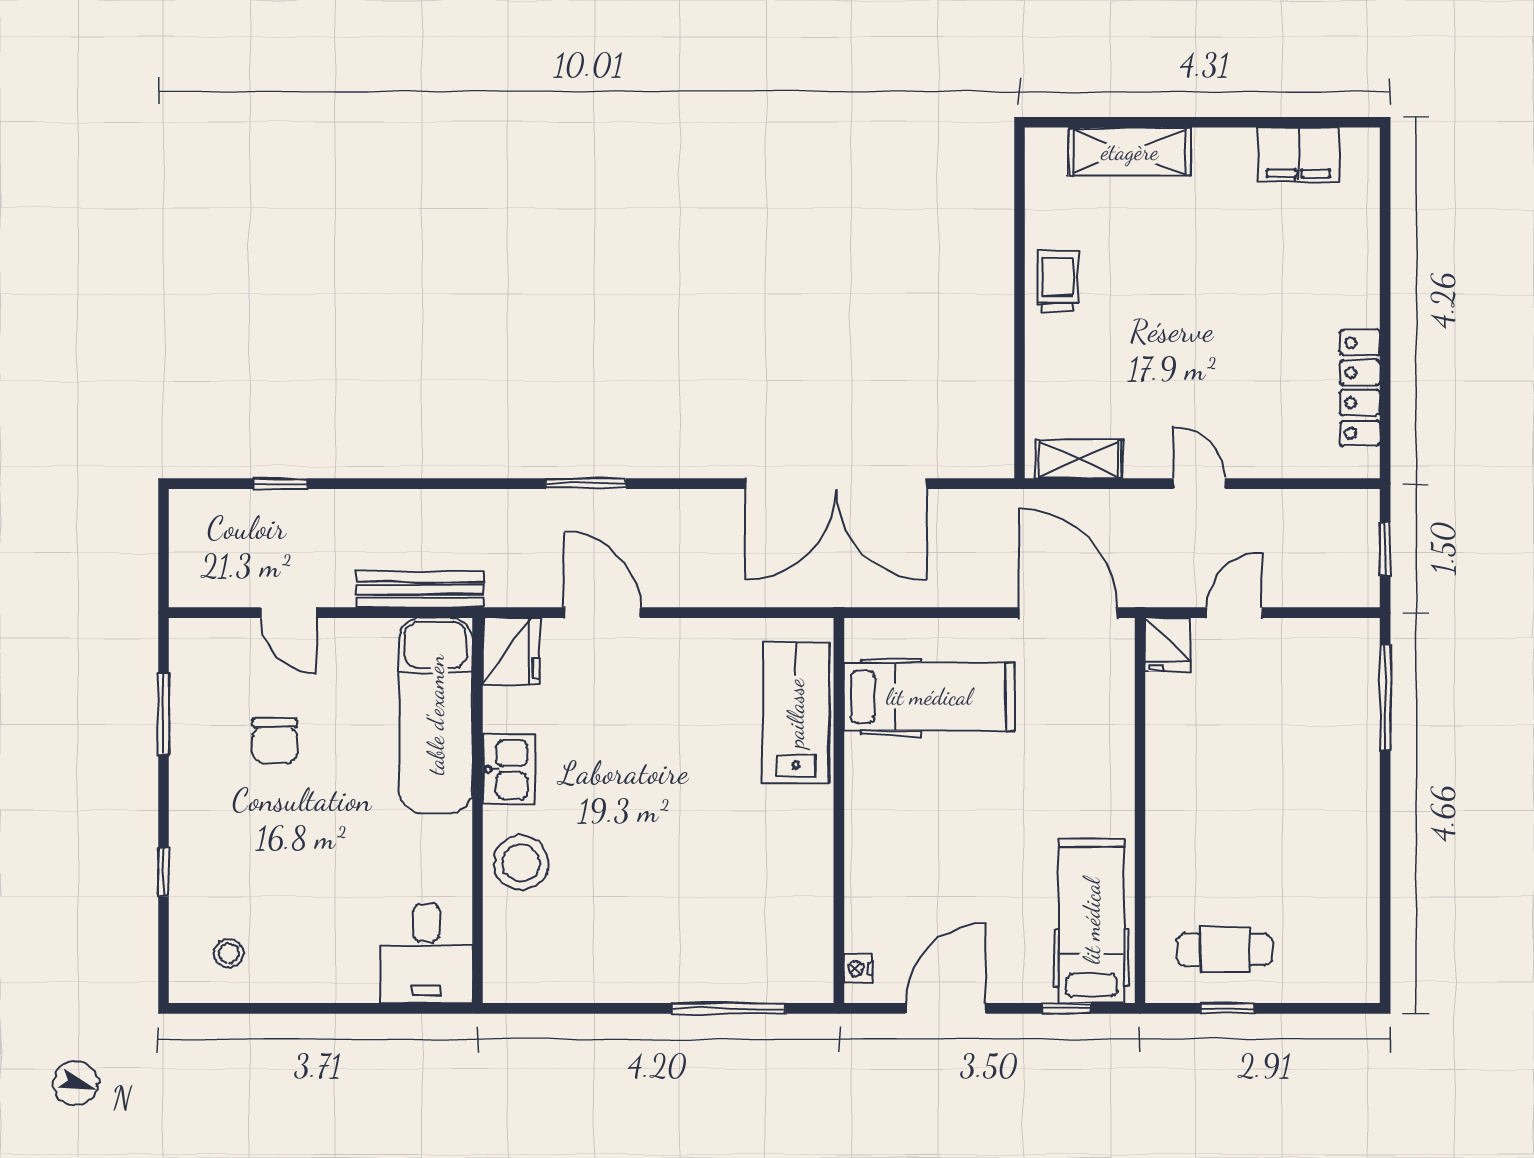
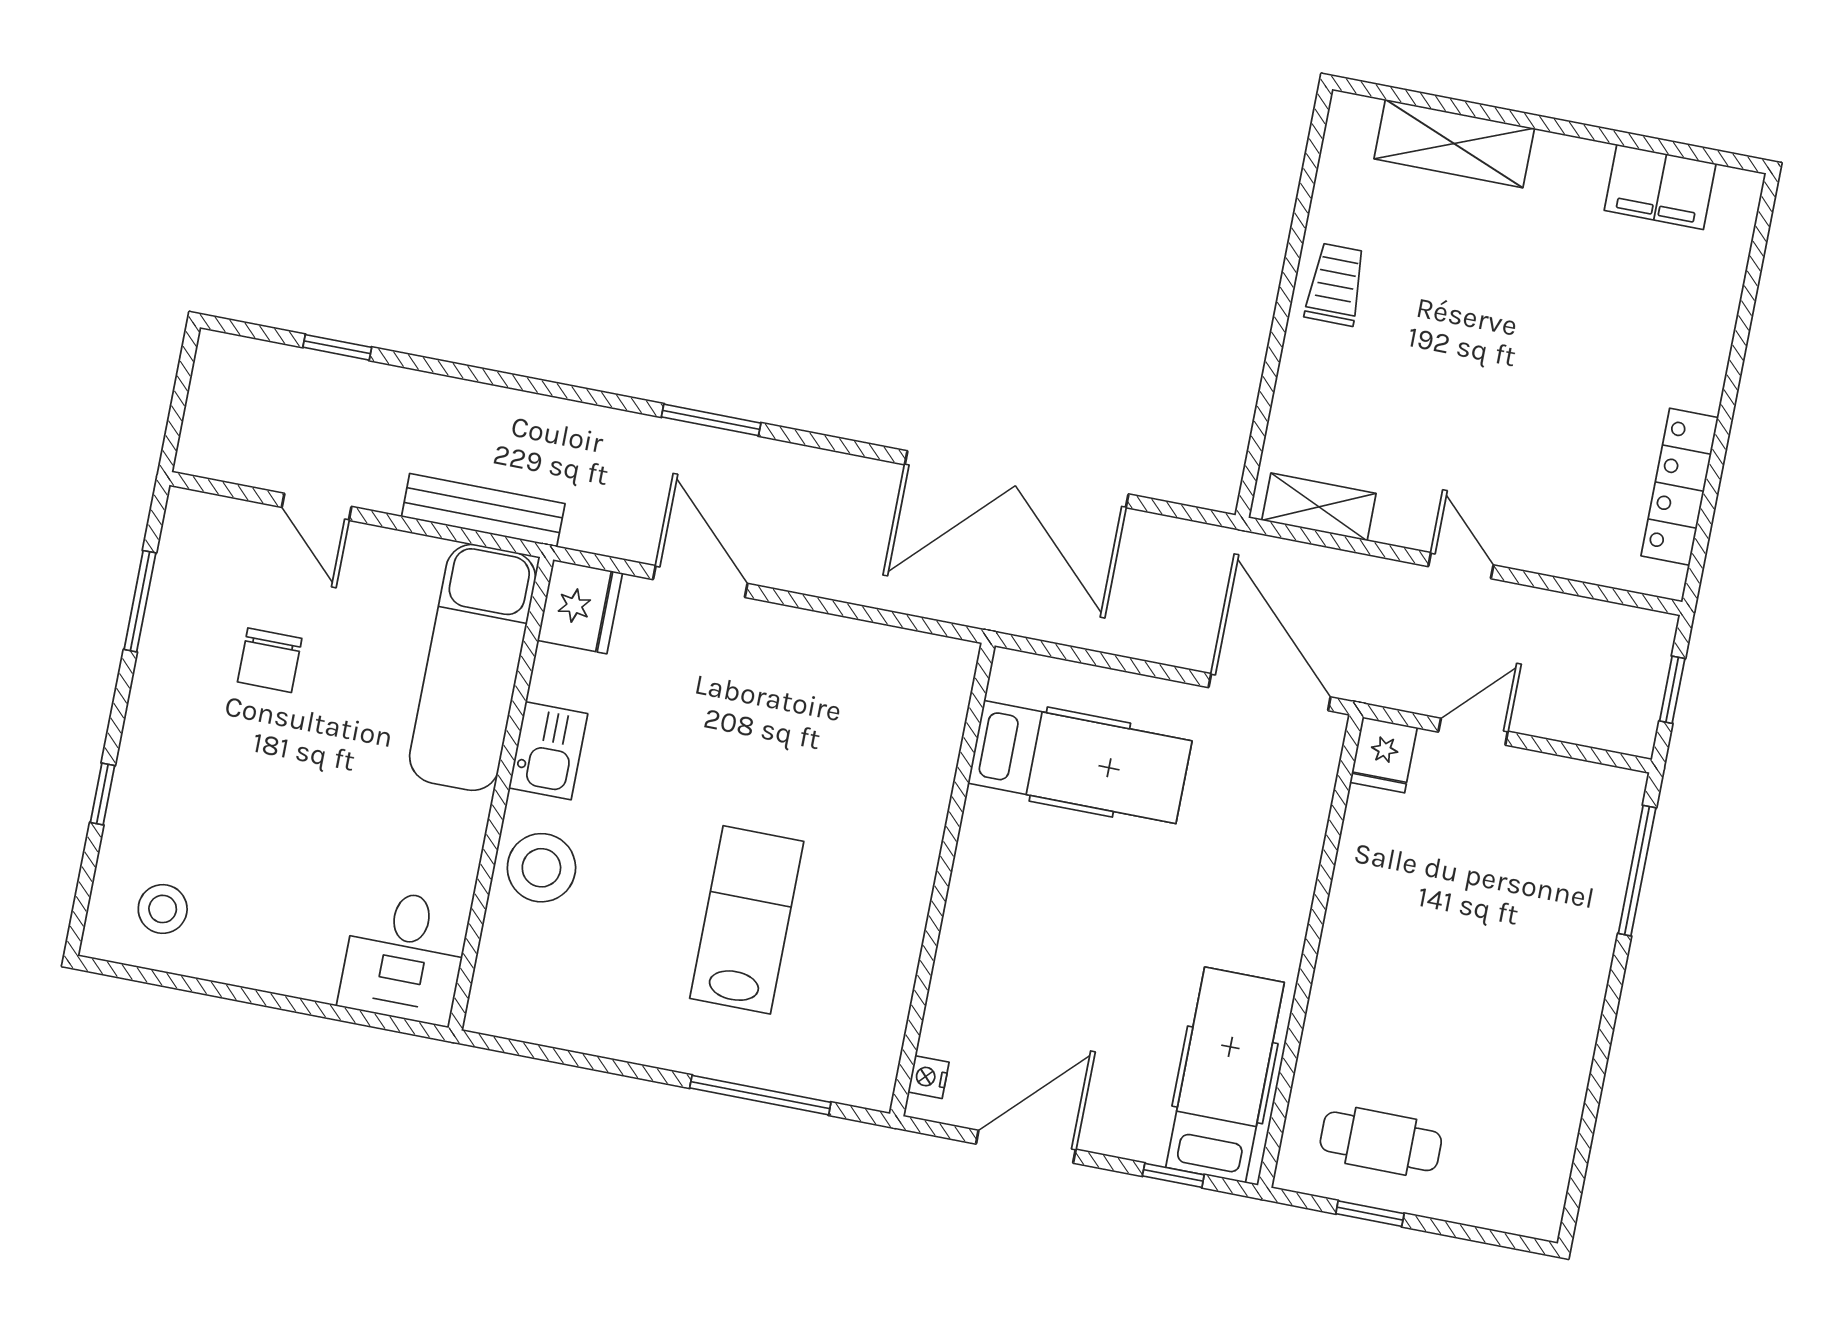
lab bench: (796, 713) -> (747, 920), moved
stool: (229, 953) -> (163, 909), width x1.37, depth x1.37

